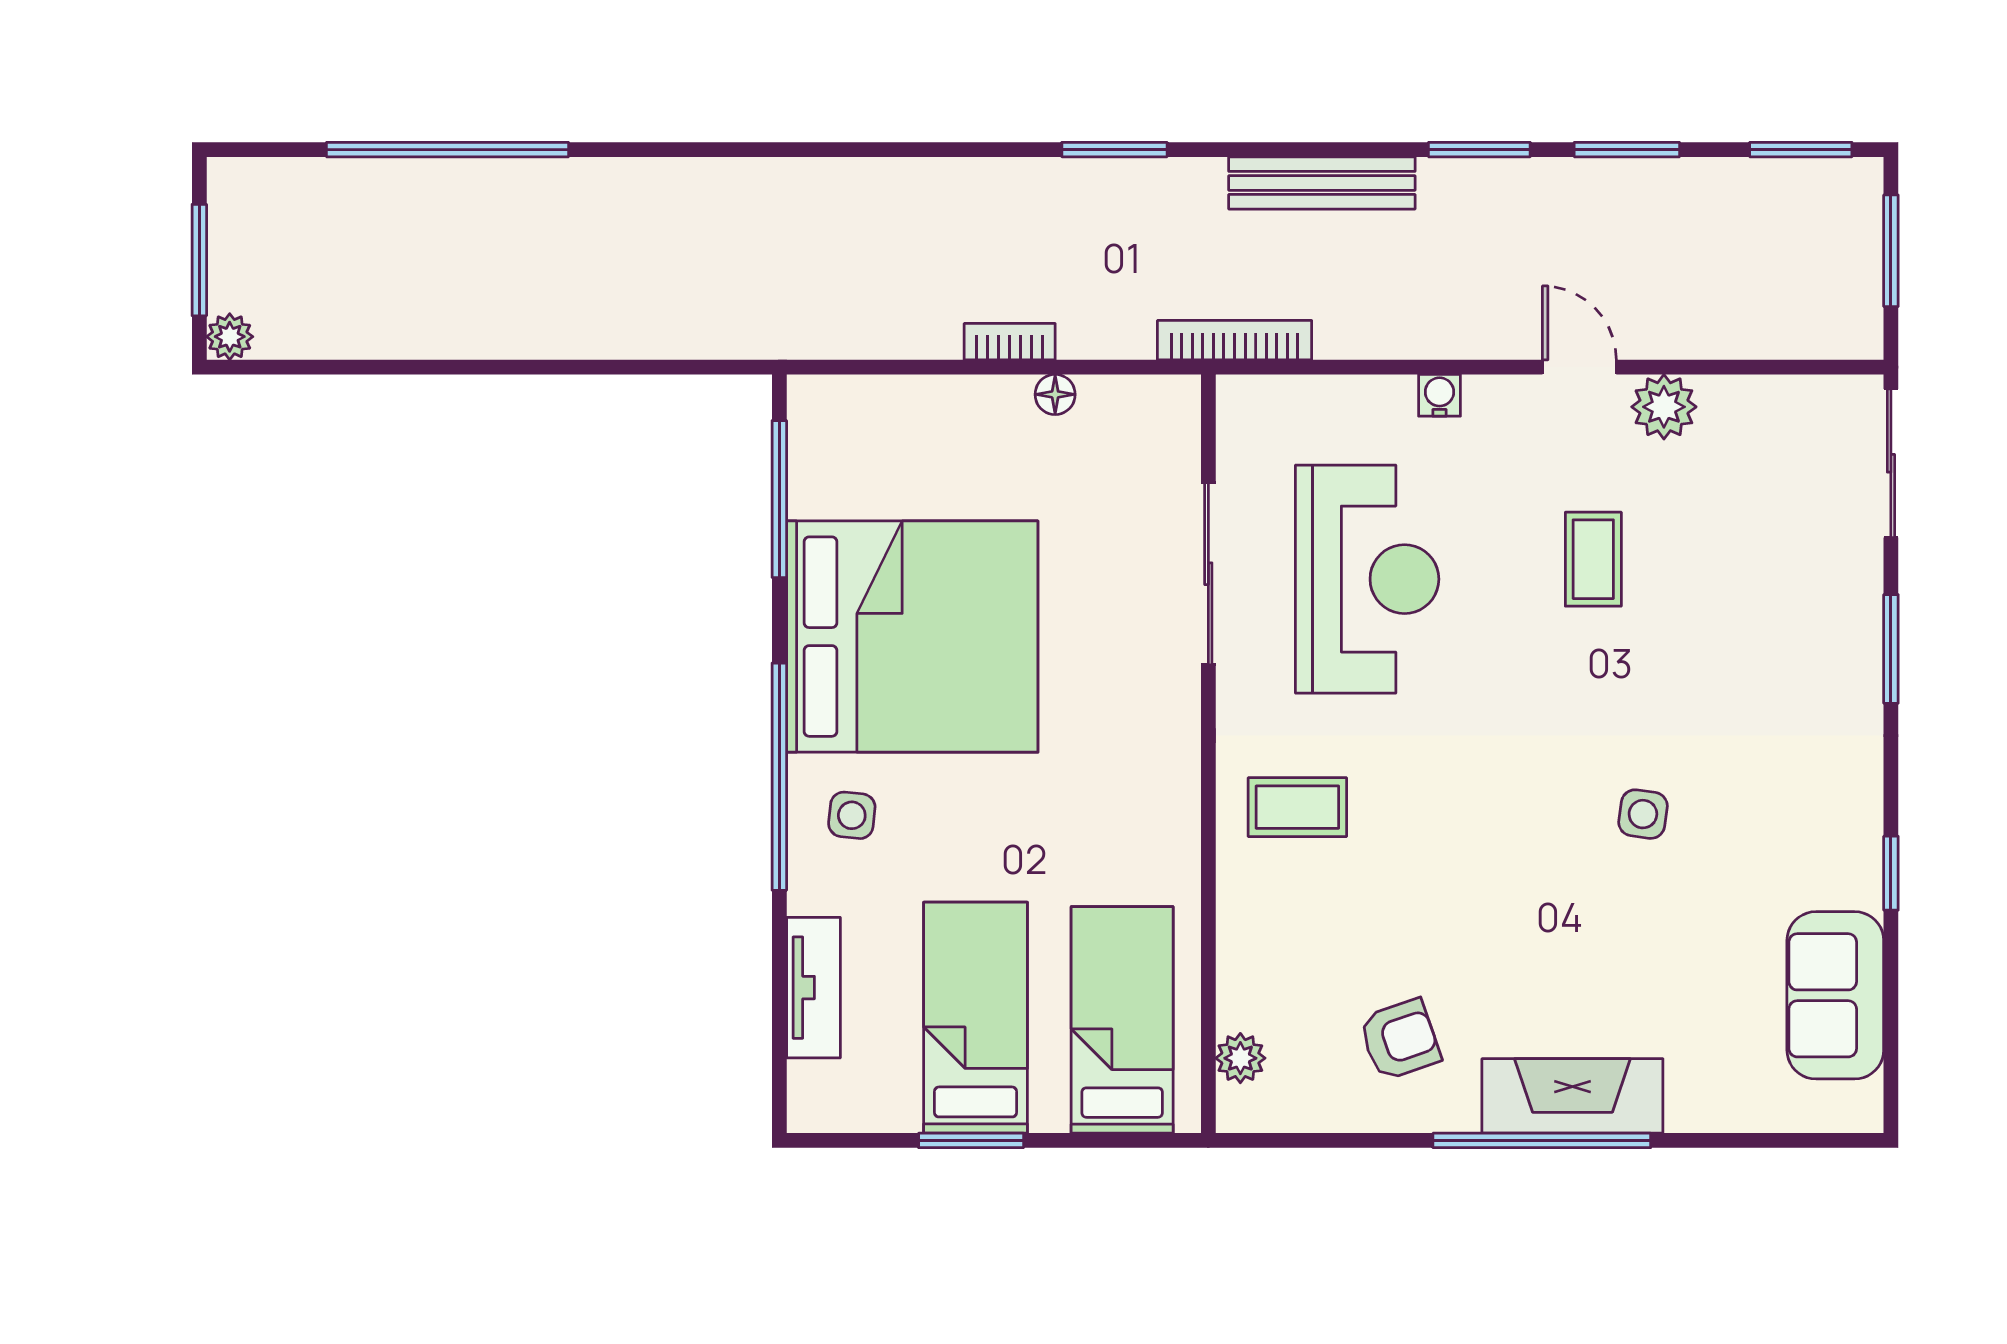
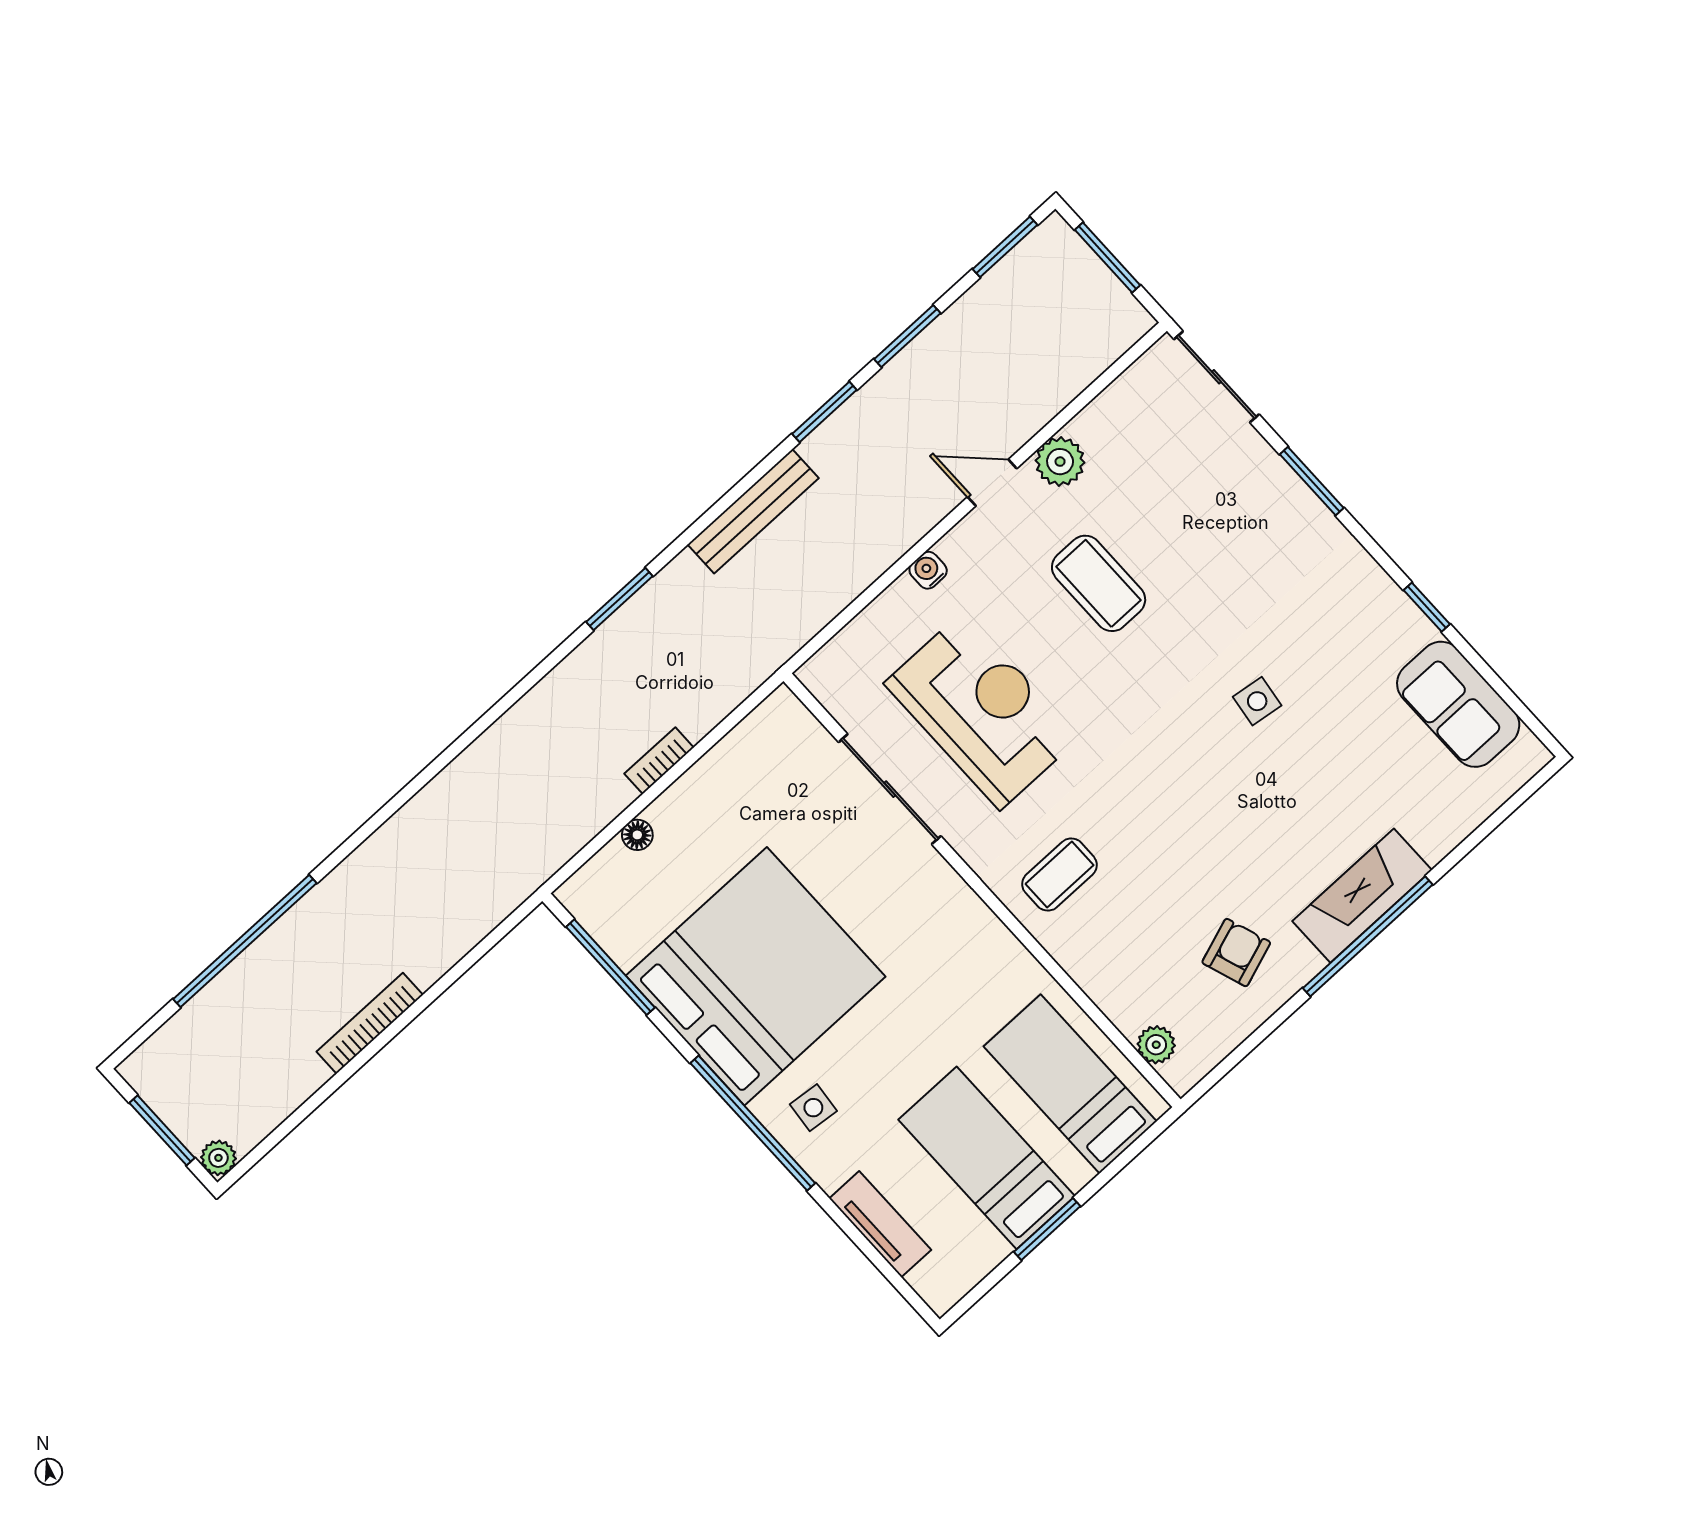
bookcase: (1235, 340) -> (370, 1023), moved
floor lamp: (1055, 394) -> (637, 835), moved
coffee table: (1593, 559) -> (1099, 583), width x1.36, depth x1.30

